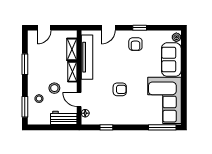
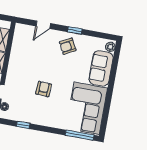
armchair: (135, 44) -> (68, 46), turned 62
tv unit: (87, 57) -> (17, 50), removed
armchair: (120, 89) -> (44, 89), turned -87

